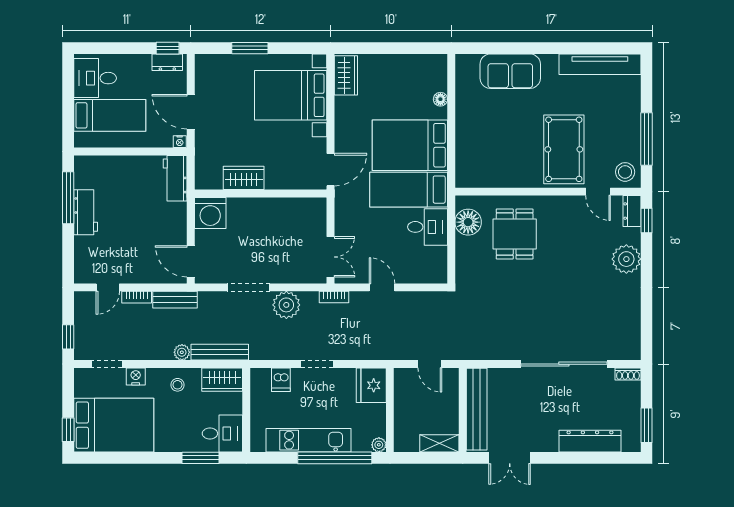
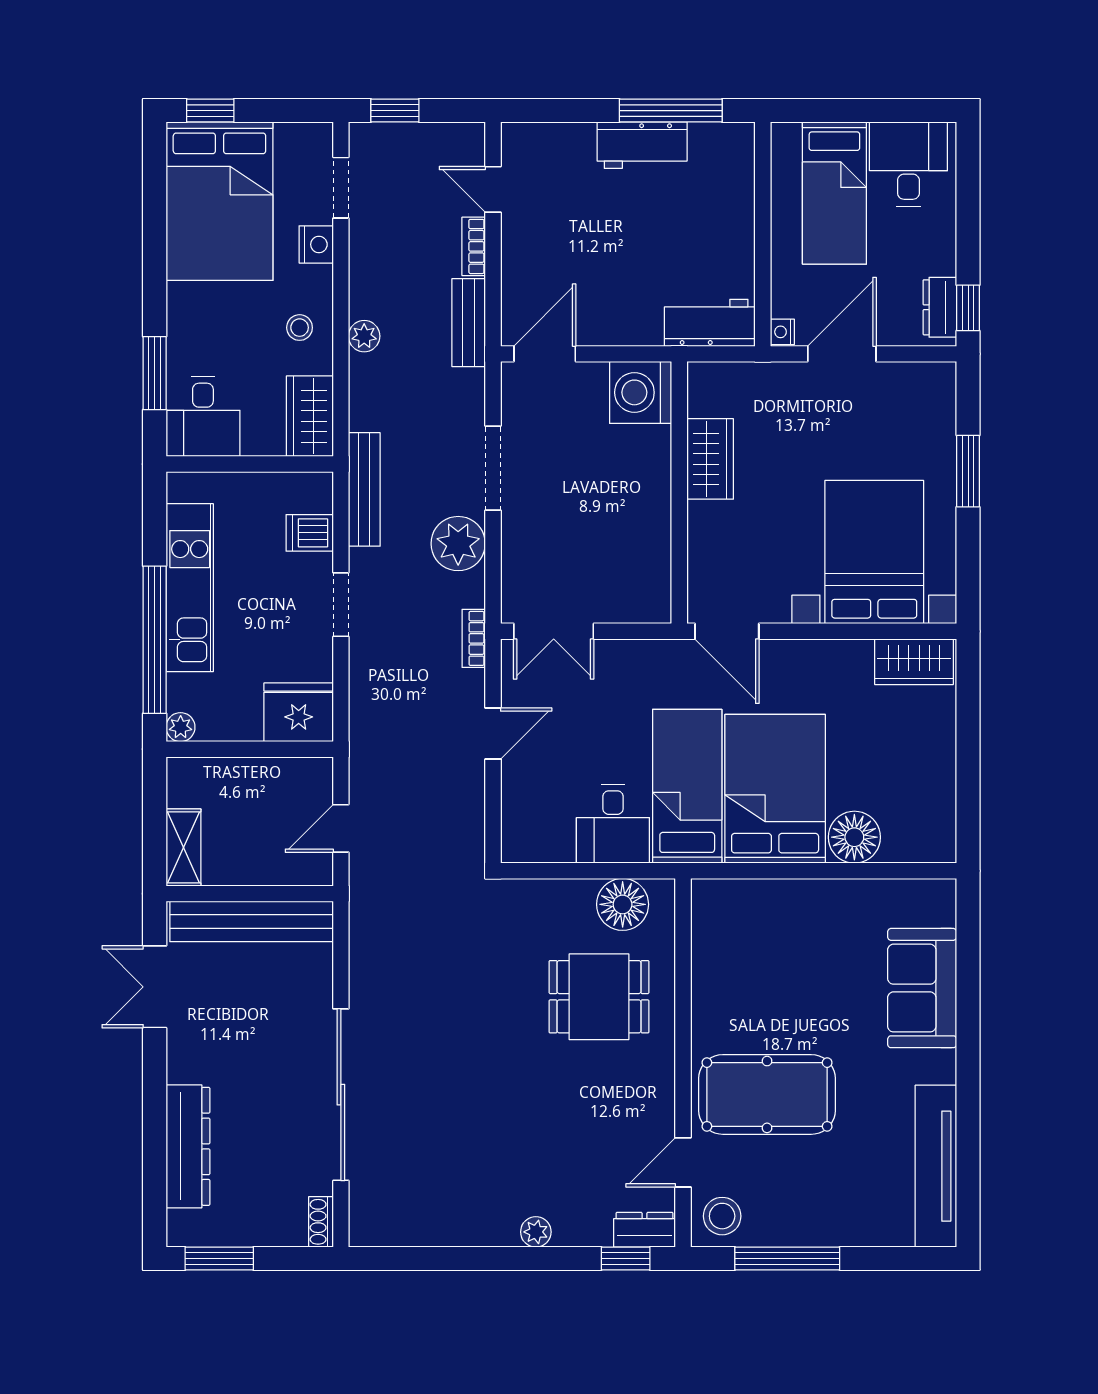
floor lamp: (440, 99) -> (854, 837), width x1.89, depth x1.89
plant: (626, 259) -> (536, 1232), width x0.53, depth x0.53
bench: (220, 352) -> (364, 489), moved

